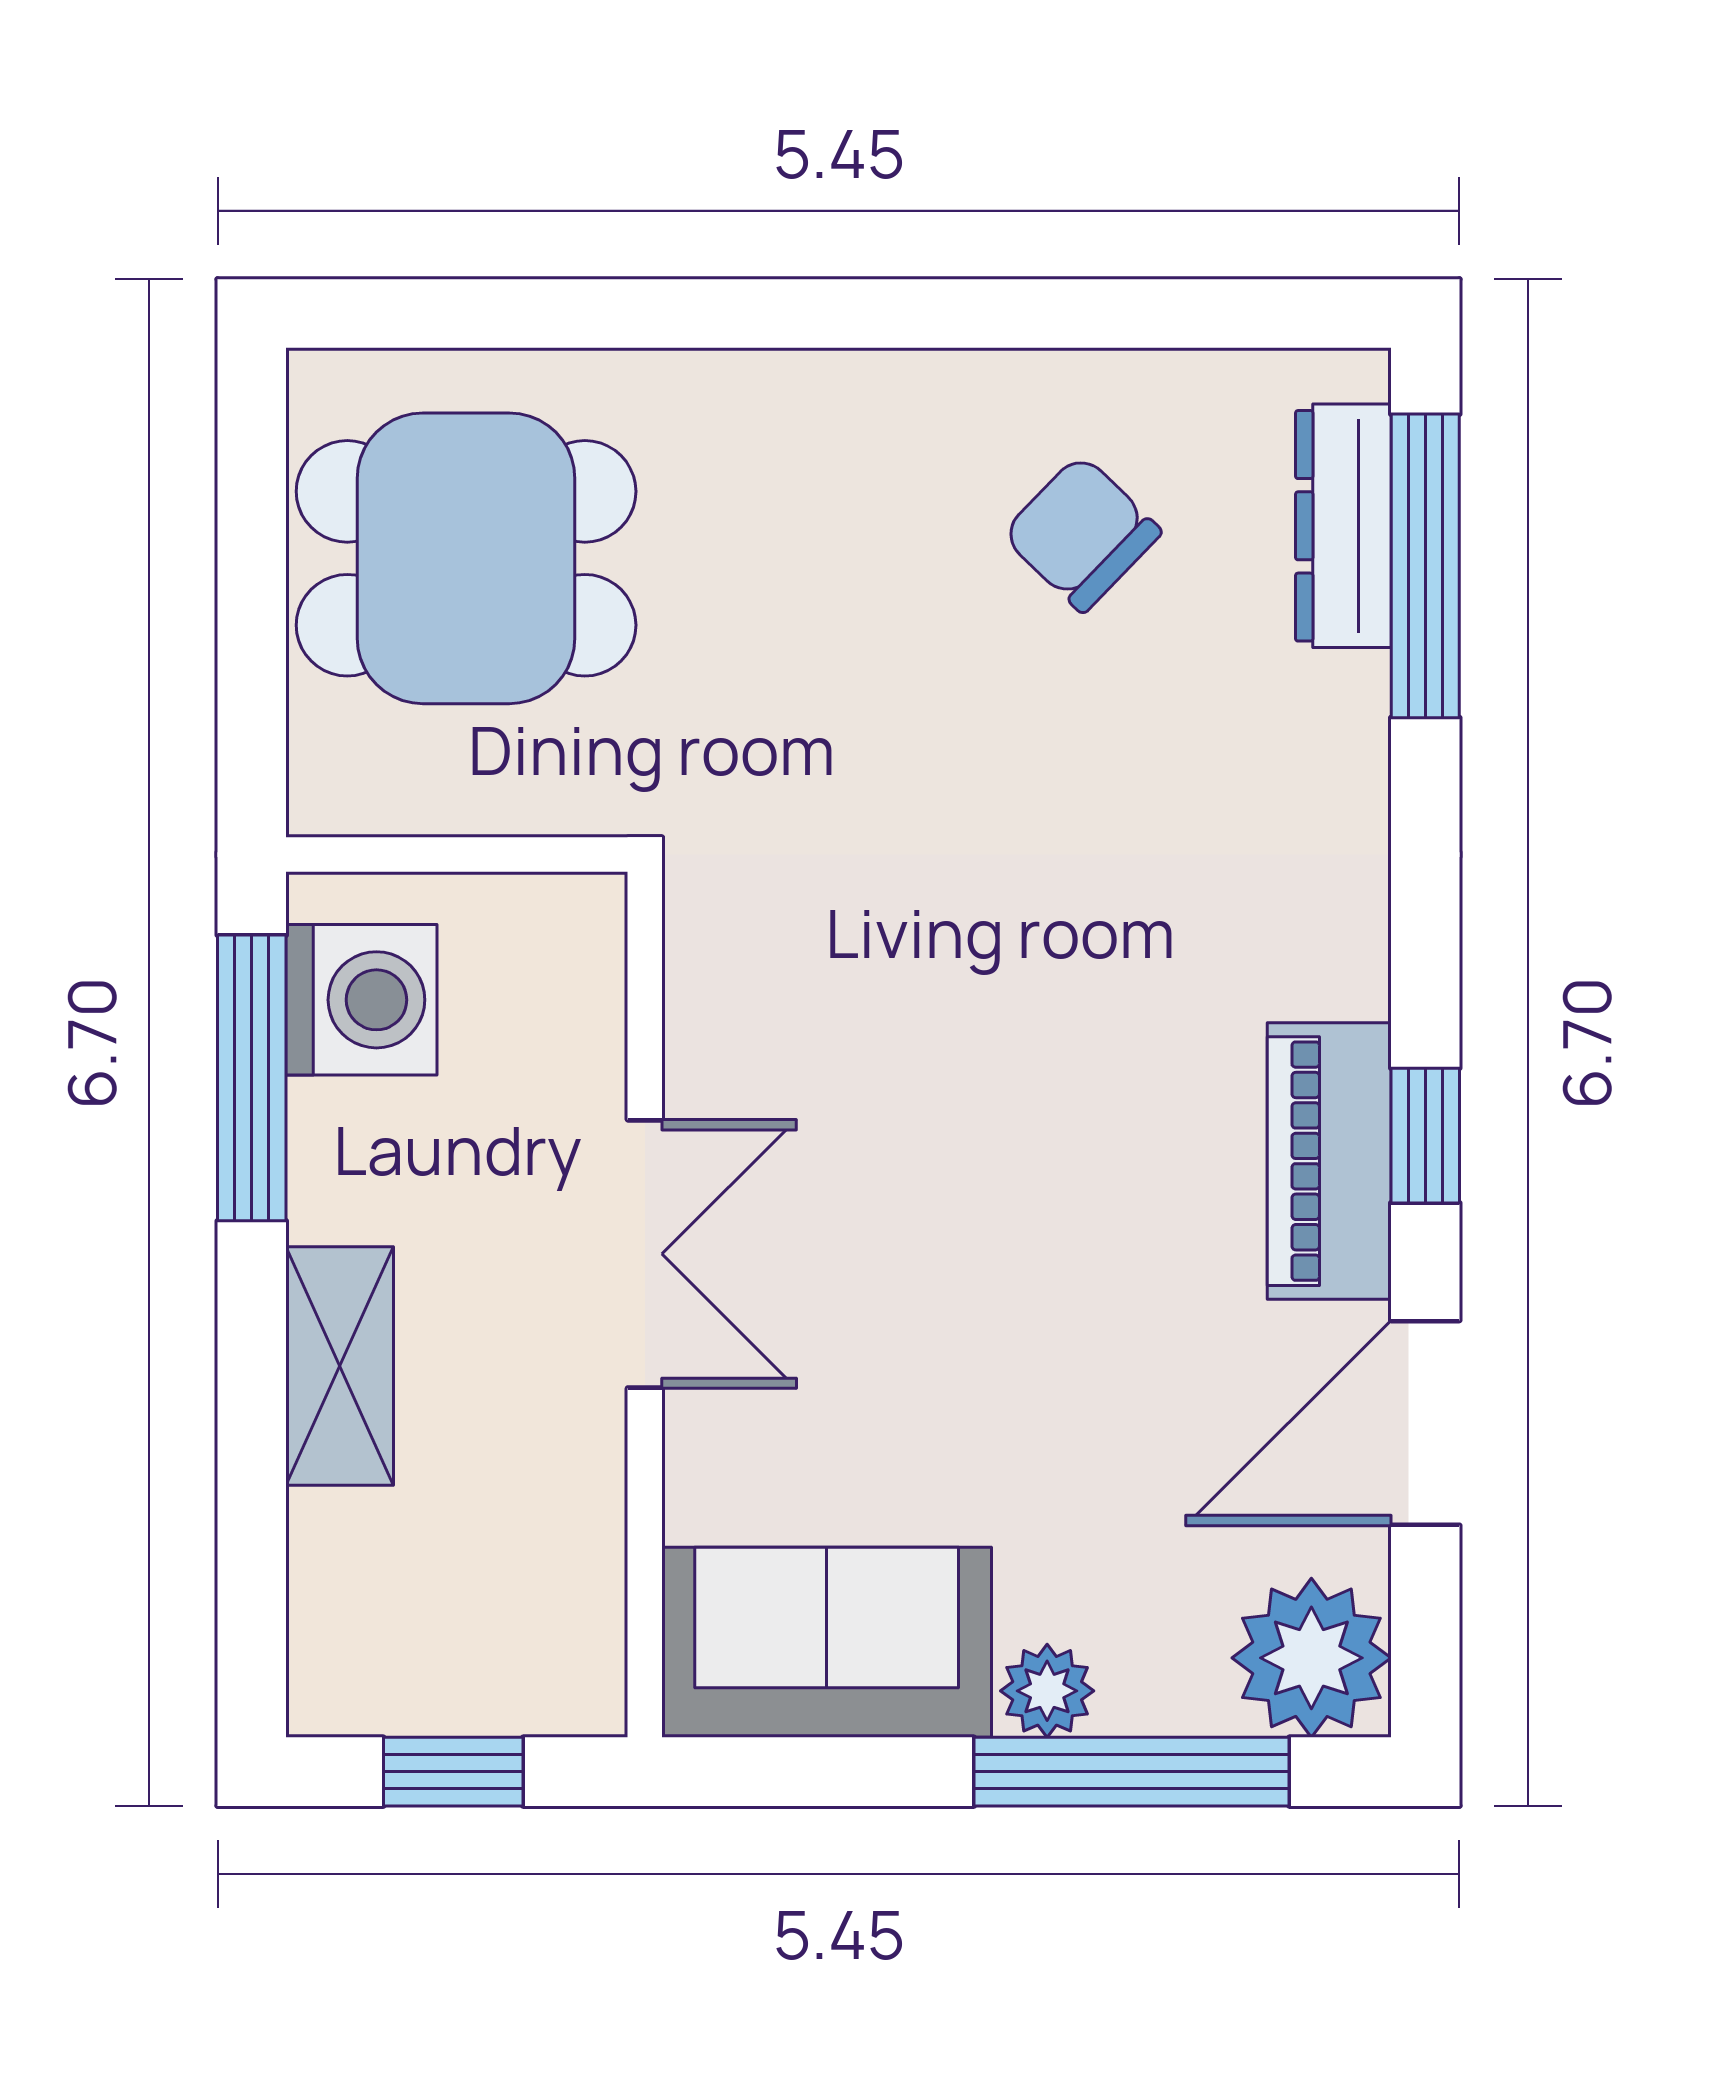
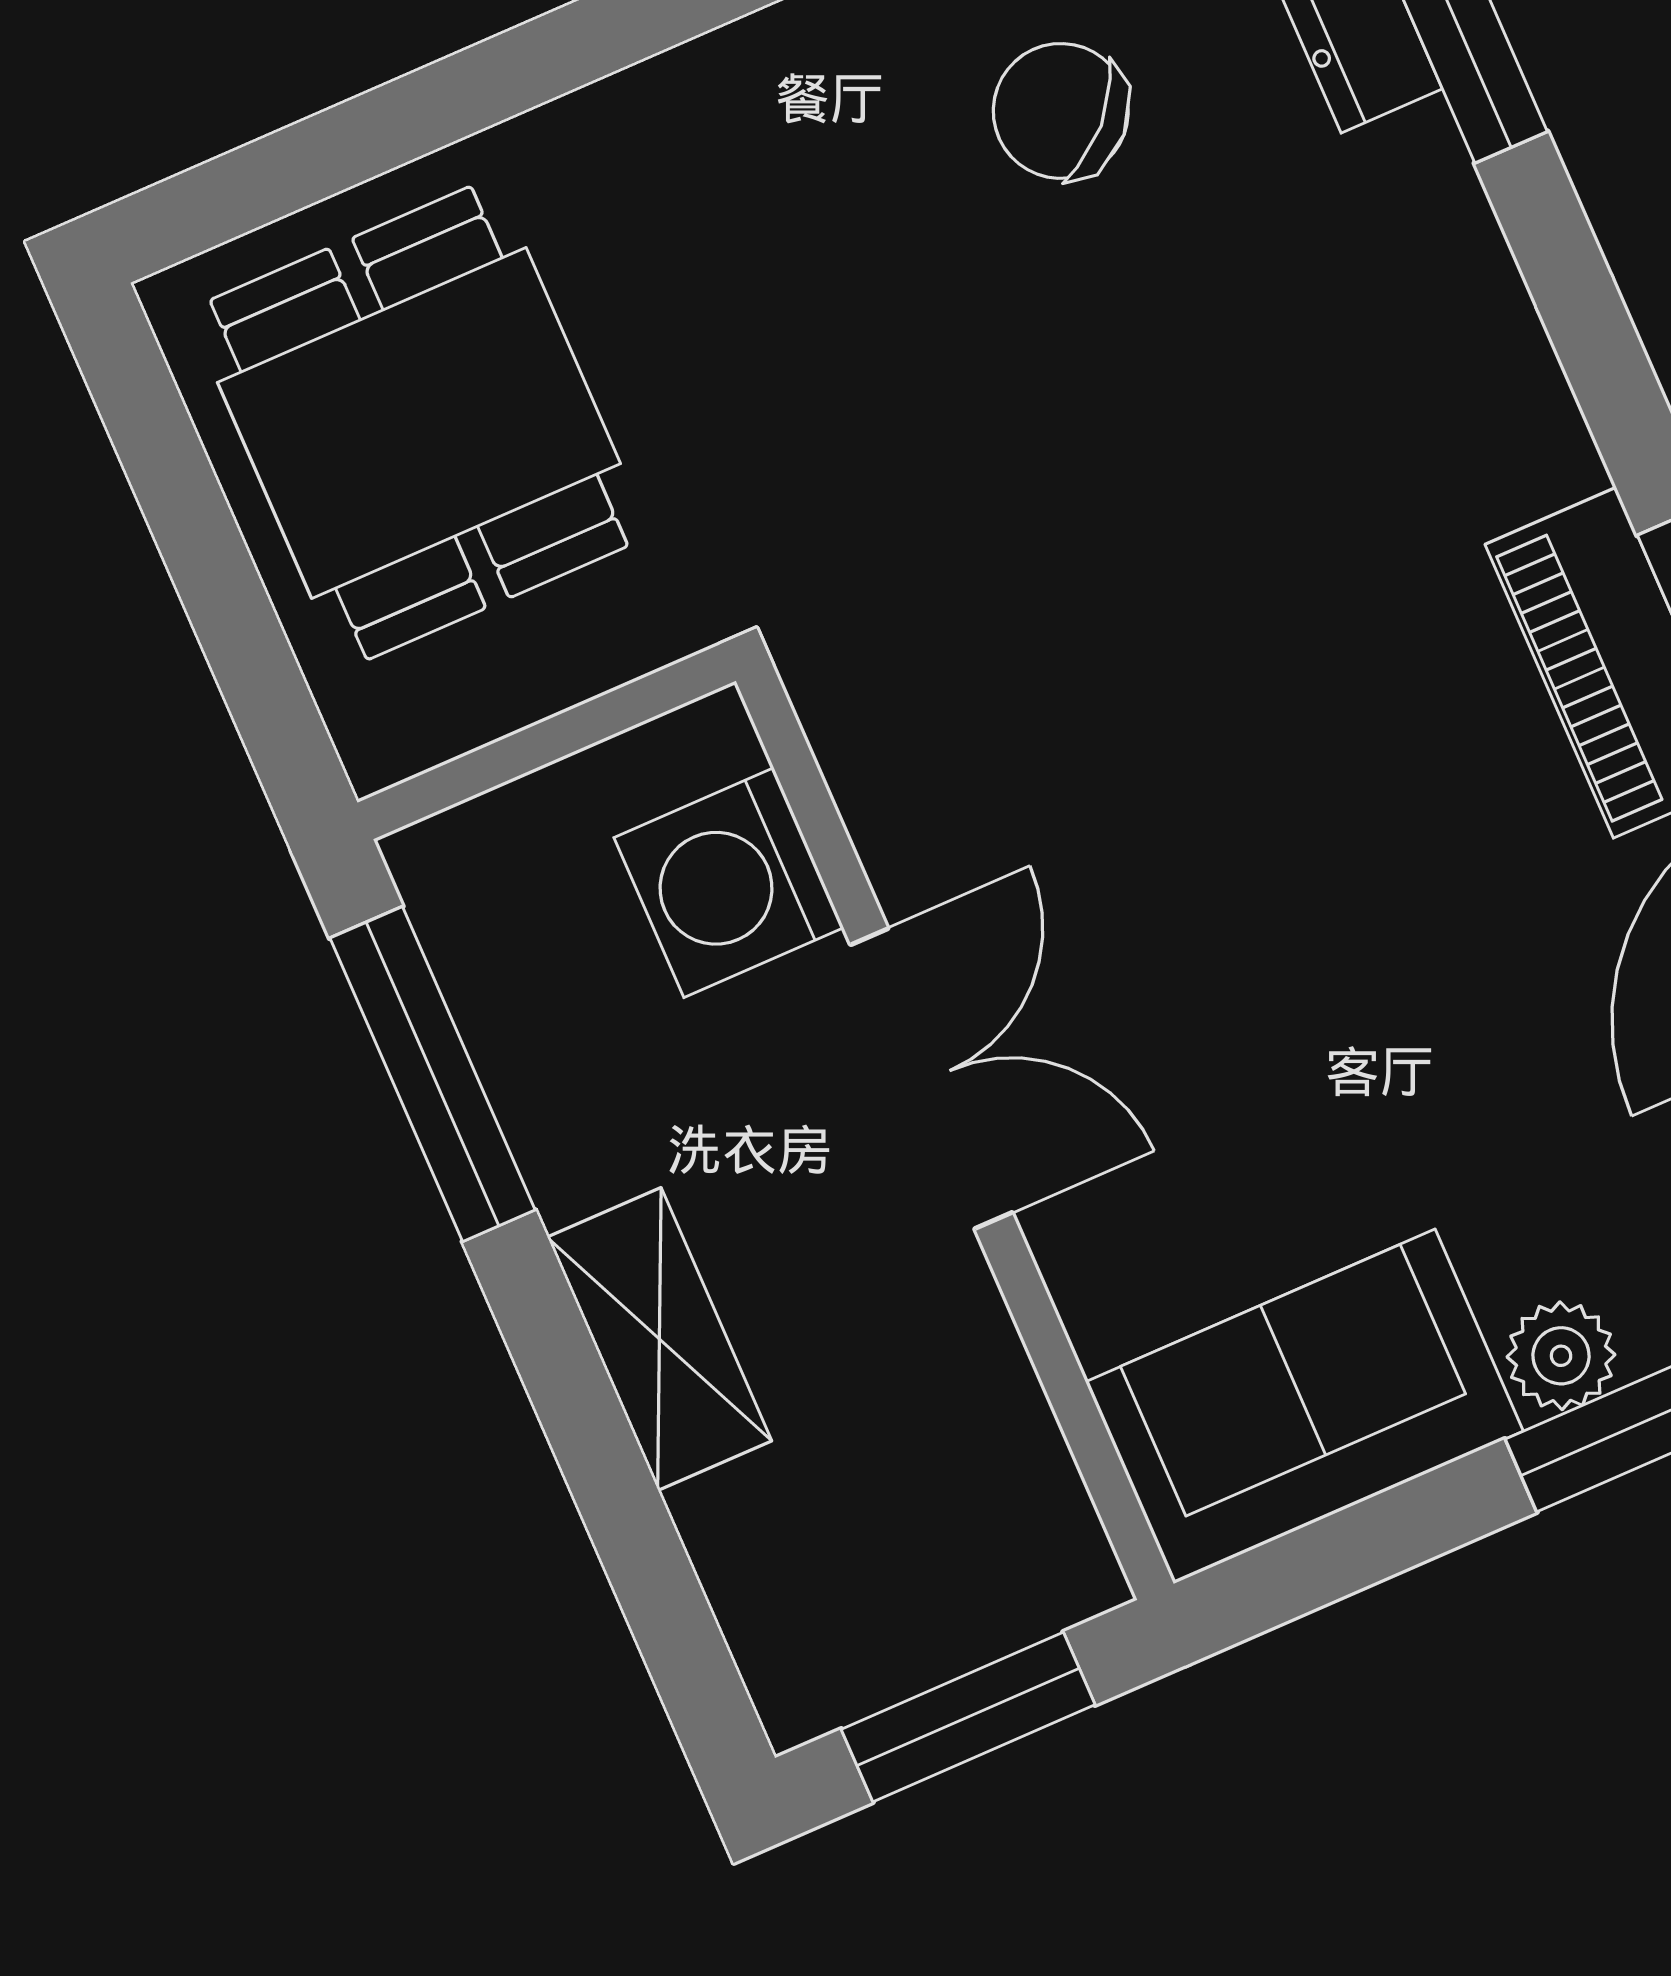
dining table: (466, 558) -> (419, 423), turned 90
washing machine: (361, 1000) -> (729, 883), moved, turned 180
window: (453, 1772) -> (968, 1717), width x1.50

